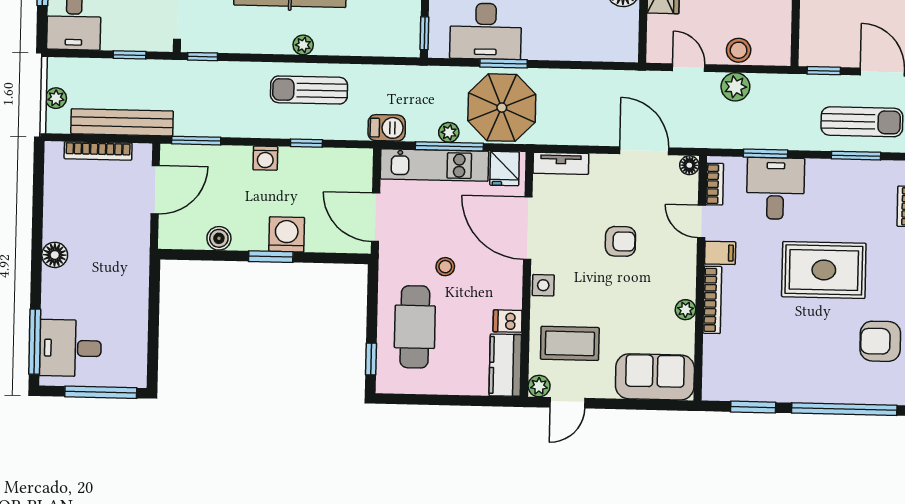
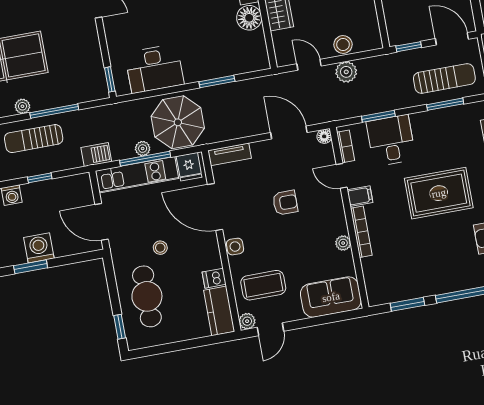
window: (343, 60) -> (54, 111), added
window: (504, 63) -> (217, 82), moved

